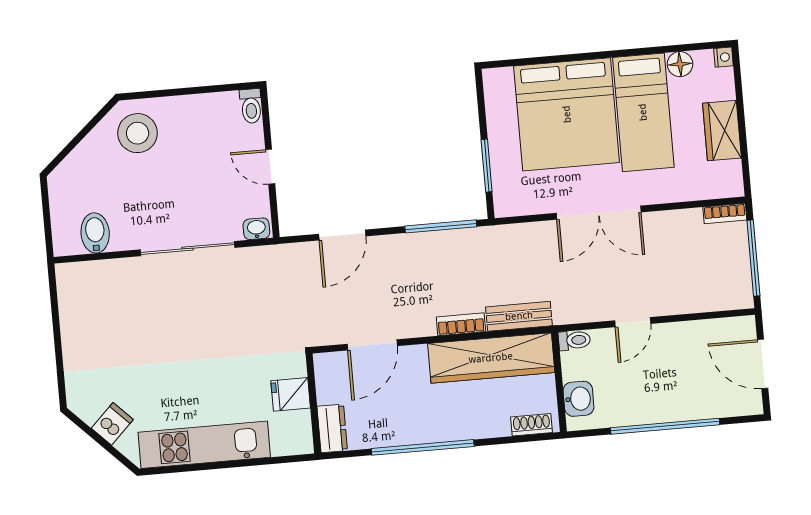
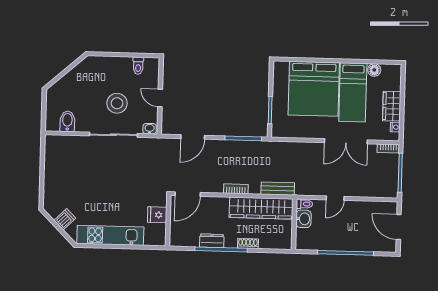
nightstand: (723, 57) -> (395, 127), moved
toilet: (251, 106) -> (138, 66), moved
stool: (138, 133) -> (117, 103), moved
double door: (599, 213) -> (346, 141), moved
bookcase: (461, 324) -> (236, 189), moved
door: (372, 345) -> (188, 194), moved
washbasin: (578, 399) -> (303, 219), moved
shoe rack: (532, 425) -> (248, 244), moved
dresser: (332, 428) -> (212, 241), moved, turned -90

